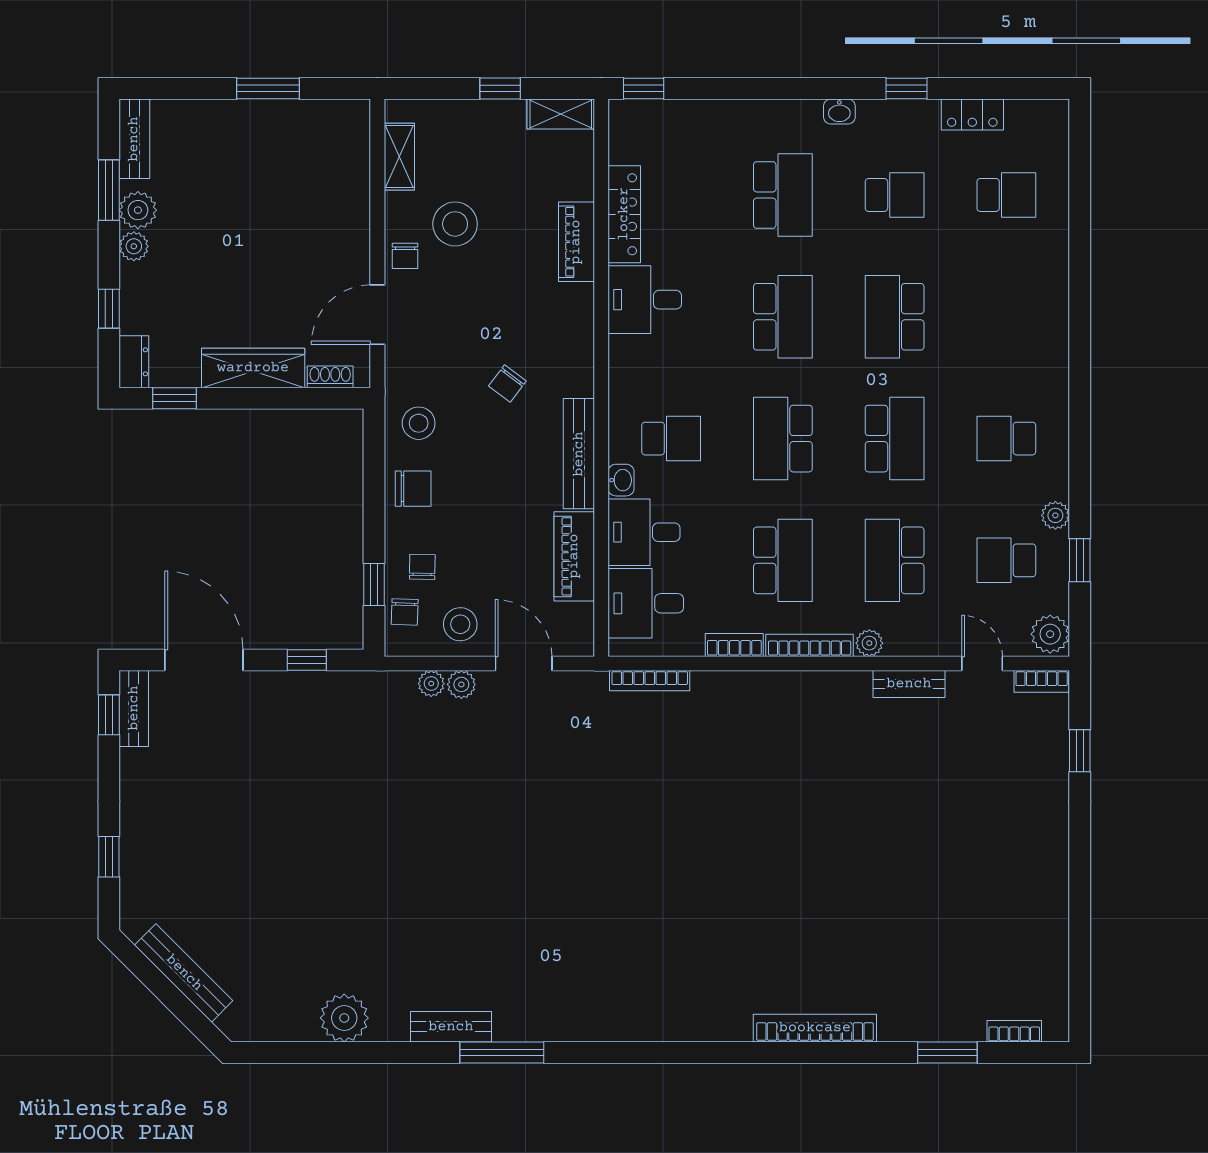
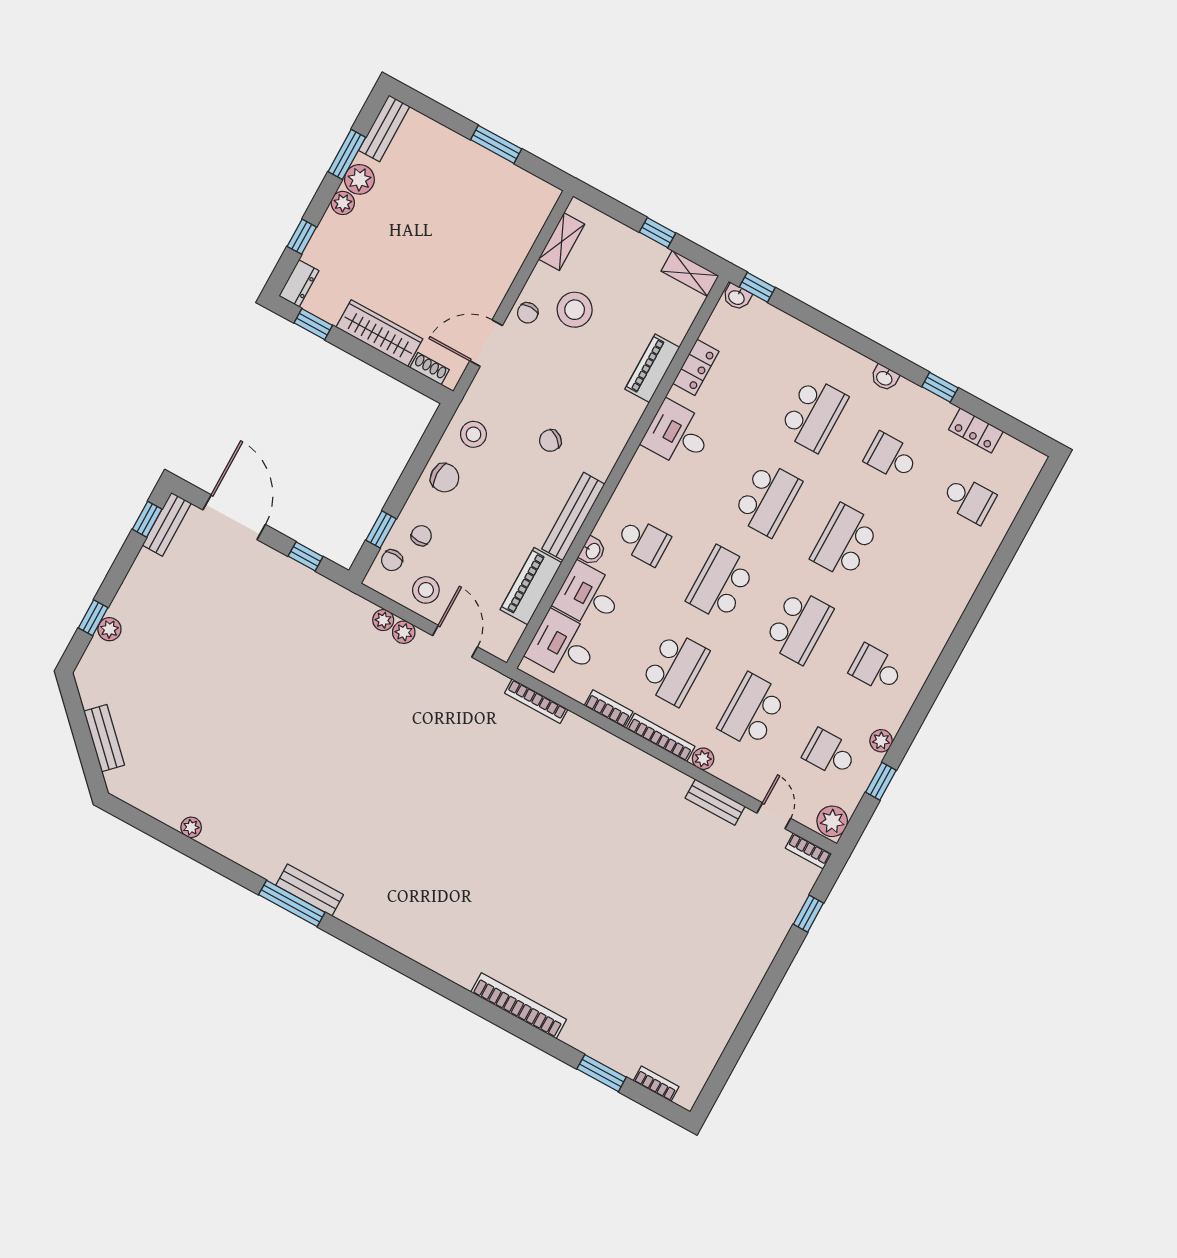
washbasin: (627, 112) -> (737, 297), added
school desk: (895, 195) -> (891, 457), turned 180
locker: (624, 214) -> (696, 367), width x0.66
plant: (134, 859) -> (109, 629), added
bench: (184, 973) -> (104, 738), width x0.73
plant: (344, 1018) -> (191, 827), width x0.53, depth x0.53
bench: (451, 1027) -> (310, 890), moved

